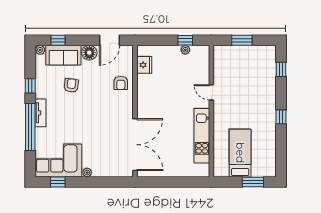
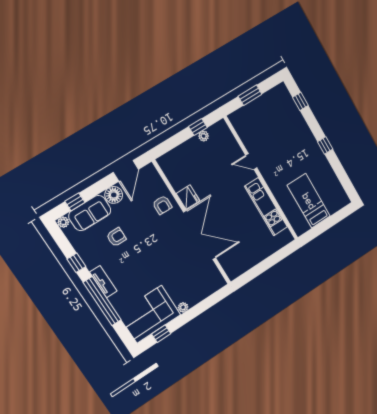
fridge: (144, 65) -> (188, 197), moved
armchair: (71, 85) -> (116, 237), turned 82
double door: (135, 145) -> (200, 235), moved
window: (253, 182) -> (334, 219), removed

